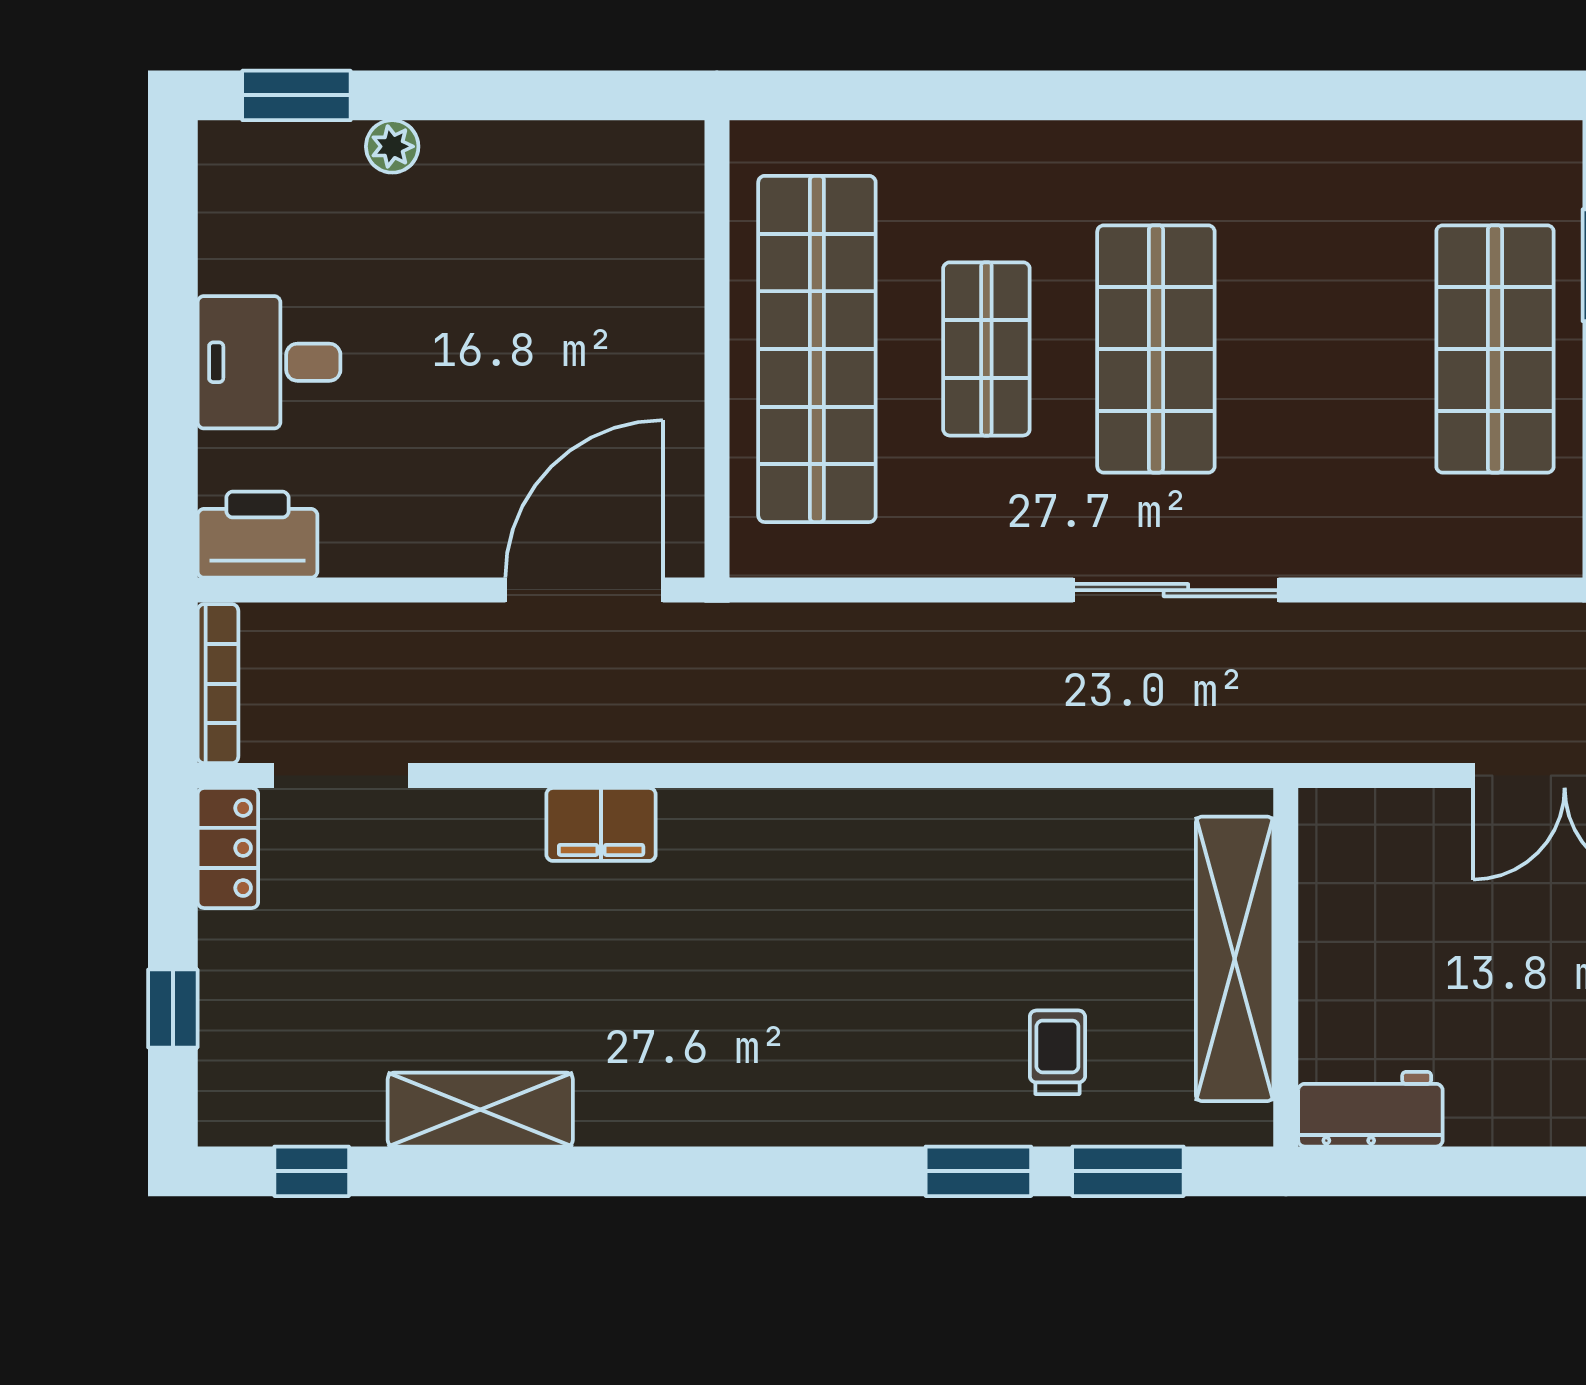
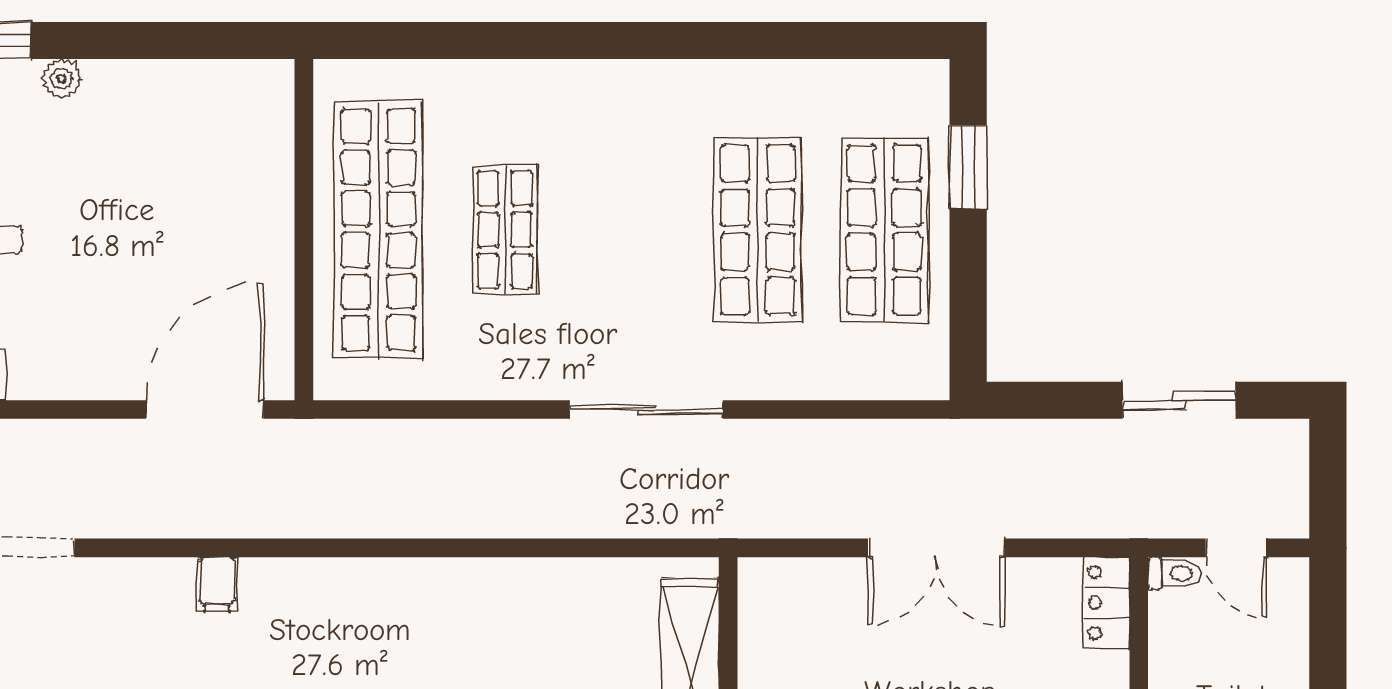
shop shelf: (1156, 349) -> (758, 230), moved
filing cabinet: (601, 824) -> (217, 584), width x0.50

